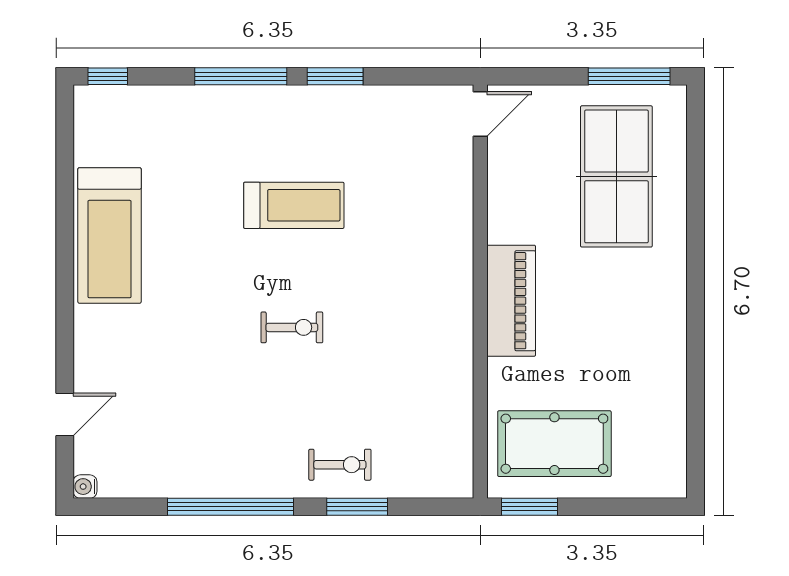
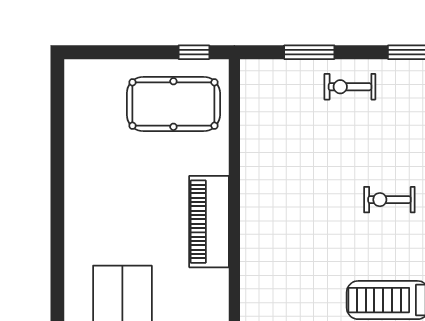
window: (357, 507) -> (309, 52), moved
window: (530, 507) -> (194, 52), width x0.67

